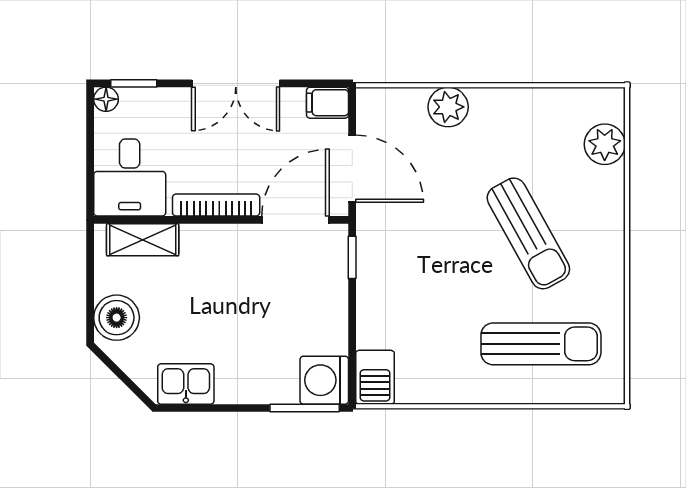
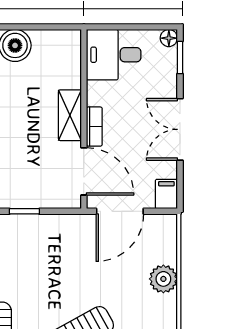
bookcase: (216, 205) -> (94, 127), width x0.64
shelving: (143, 240) -> (70, 115), moved
window: (352, 257) -> (24, 211), moved

